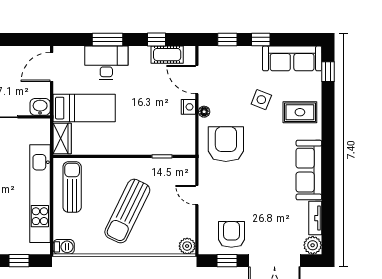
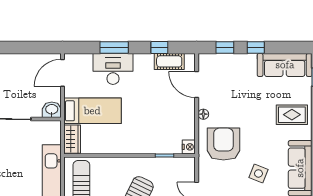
side table: (261, 100) -> (258, 173), moved
nightstand: (188, 107) -> (189, 147), moved

